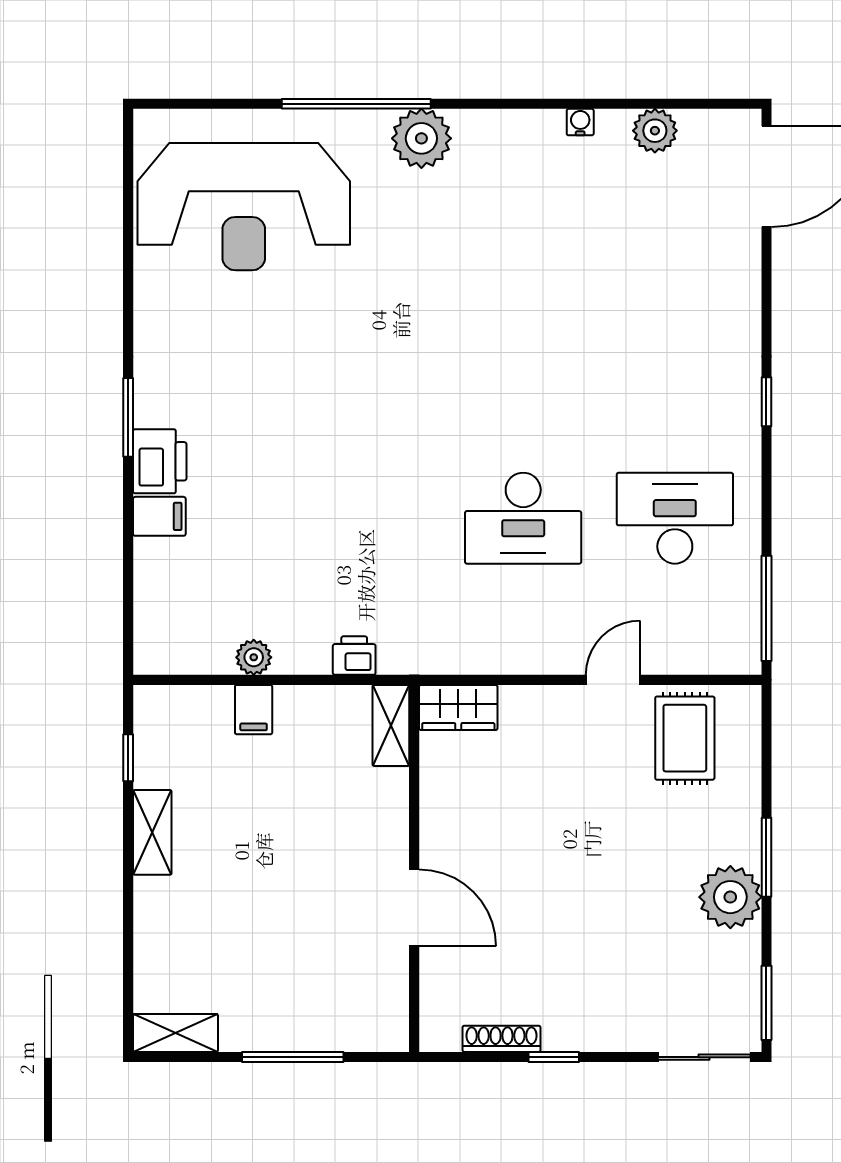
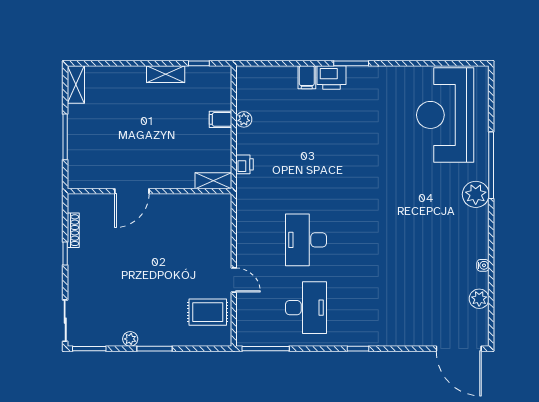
wardrobe: (458, 708) -> (221, 211), removed
plant: (730, 897) -> (130, 339), width x0.53, depth x0.53

